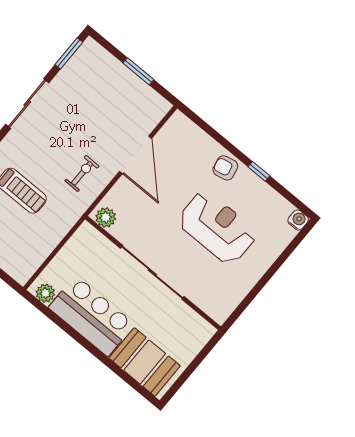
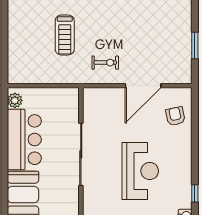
armchair: (225, 168) -> (175, 116), moved
window: (259, 171) -> (195, 193), moved
plant: (106, 217) -> (91, 99), removed

